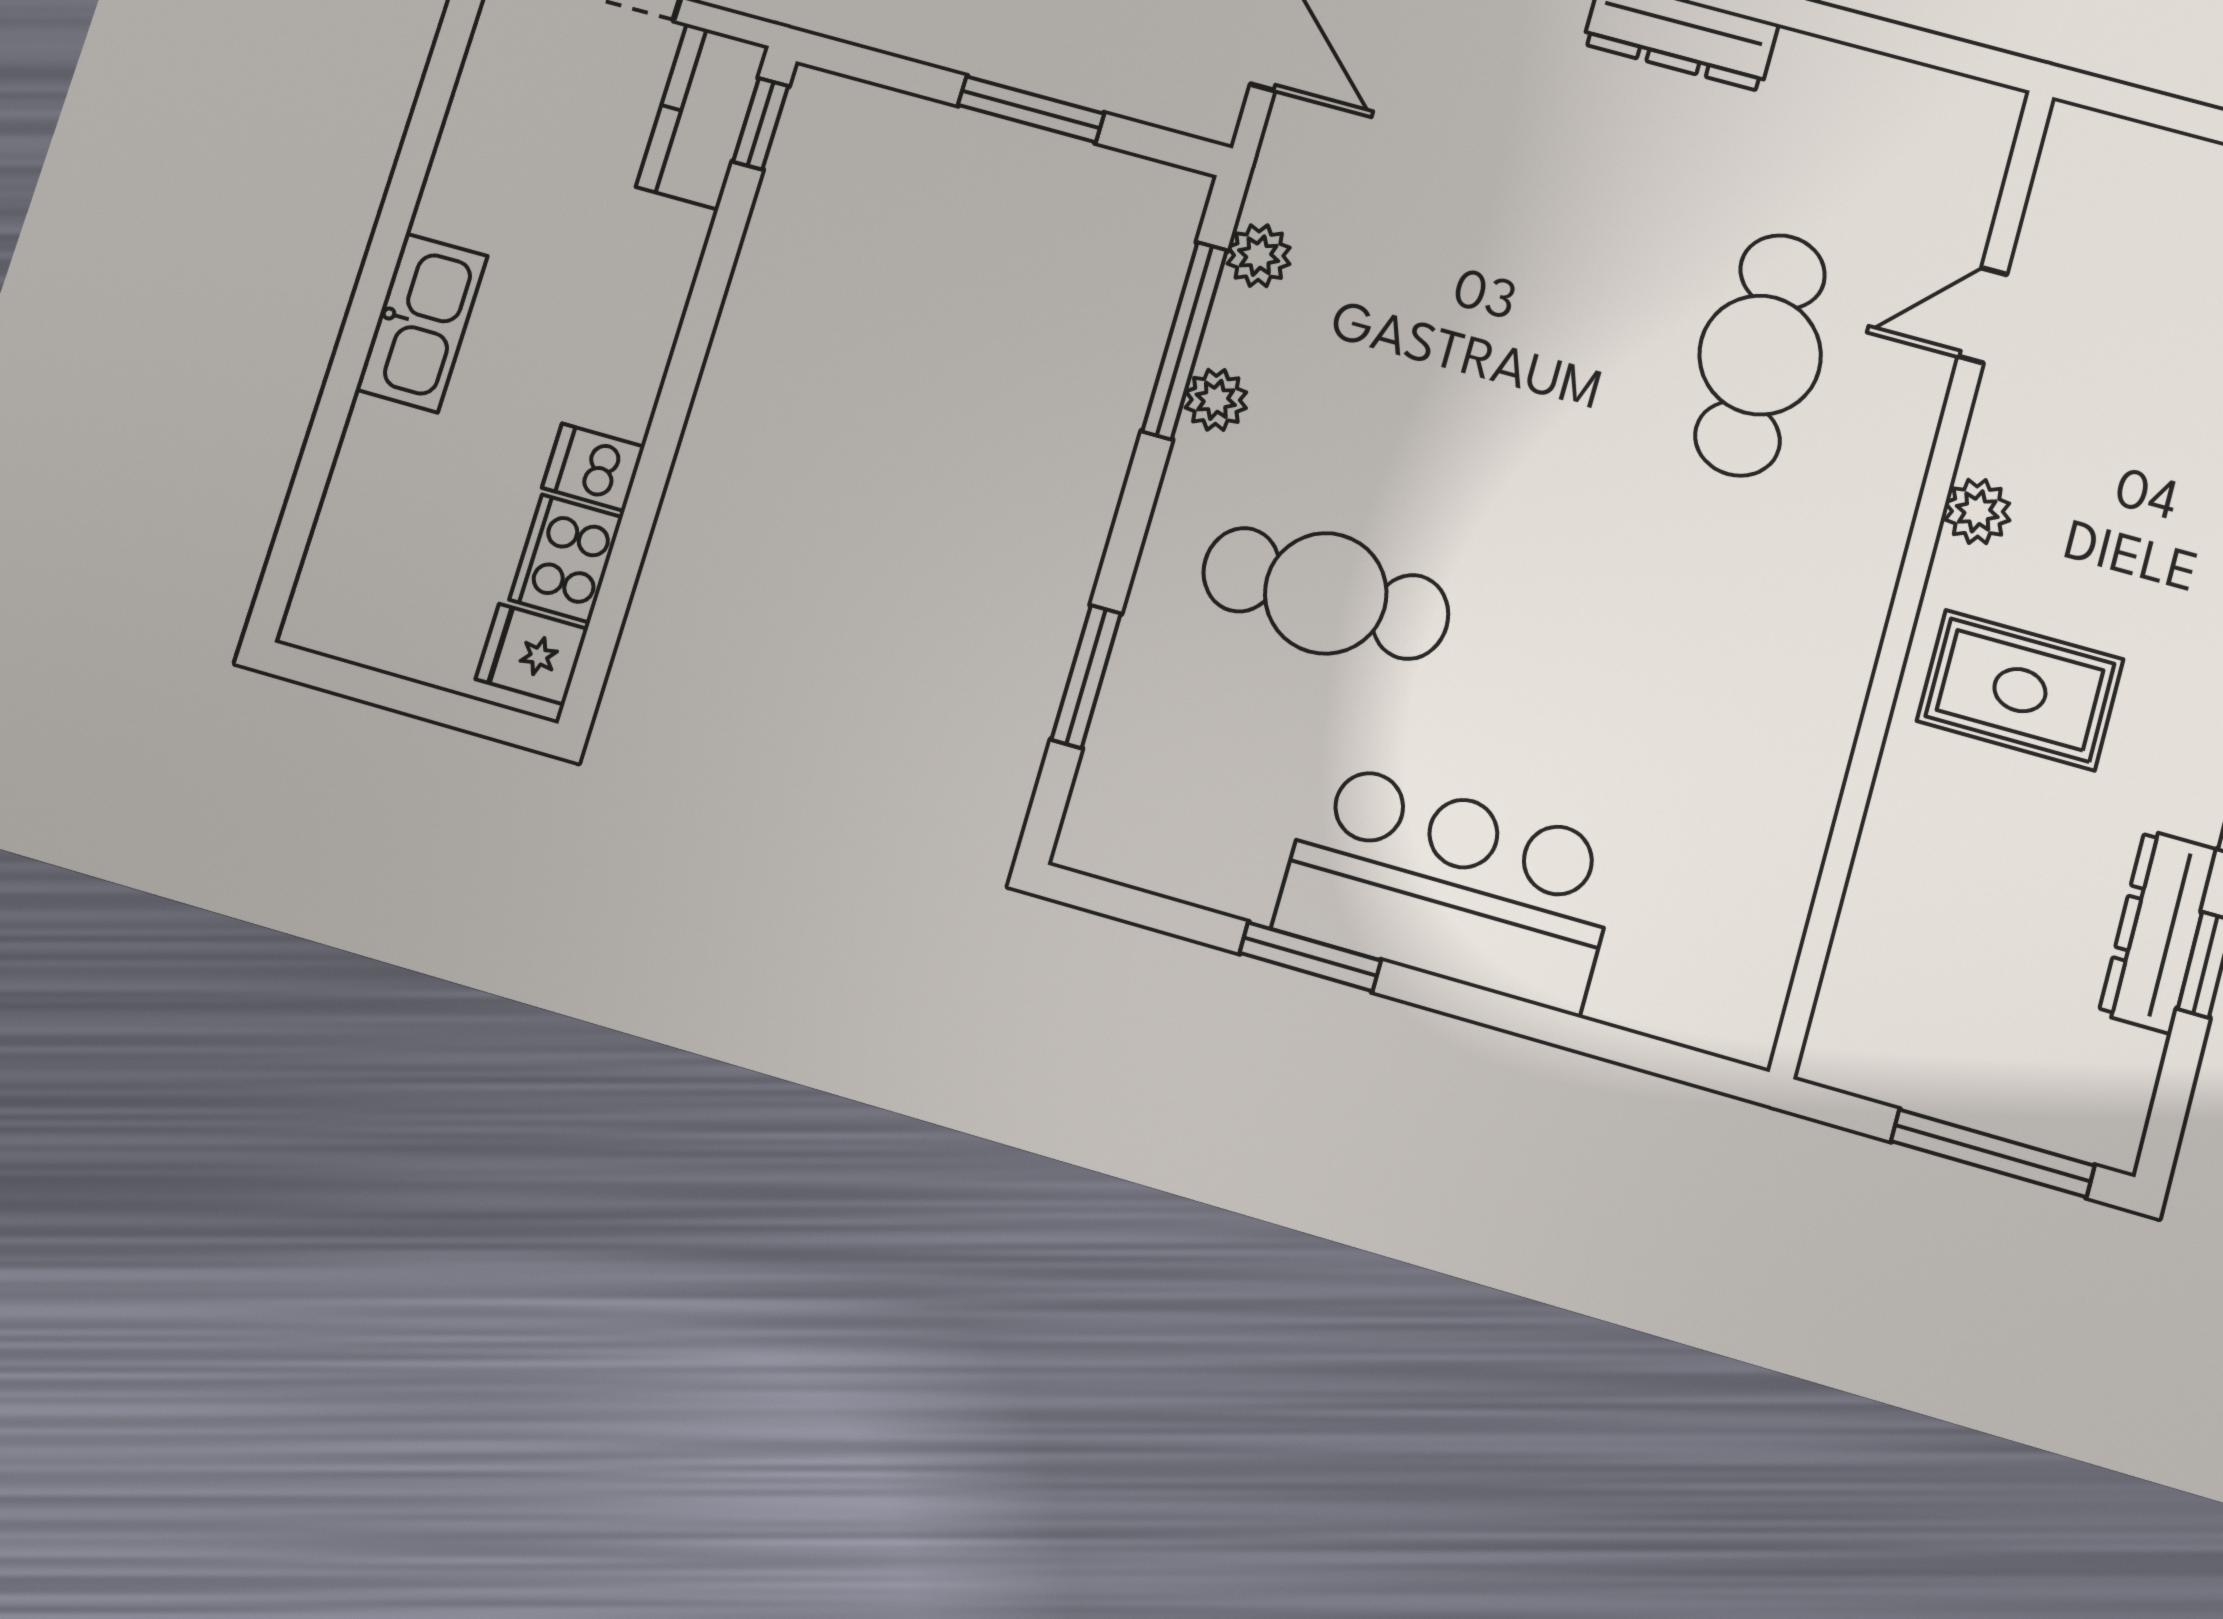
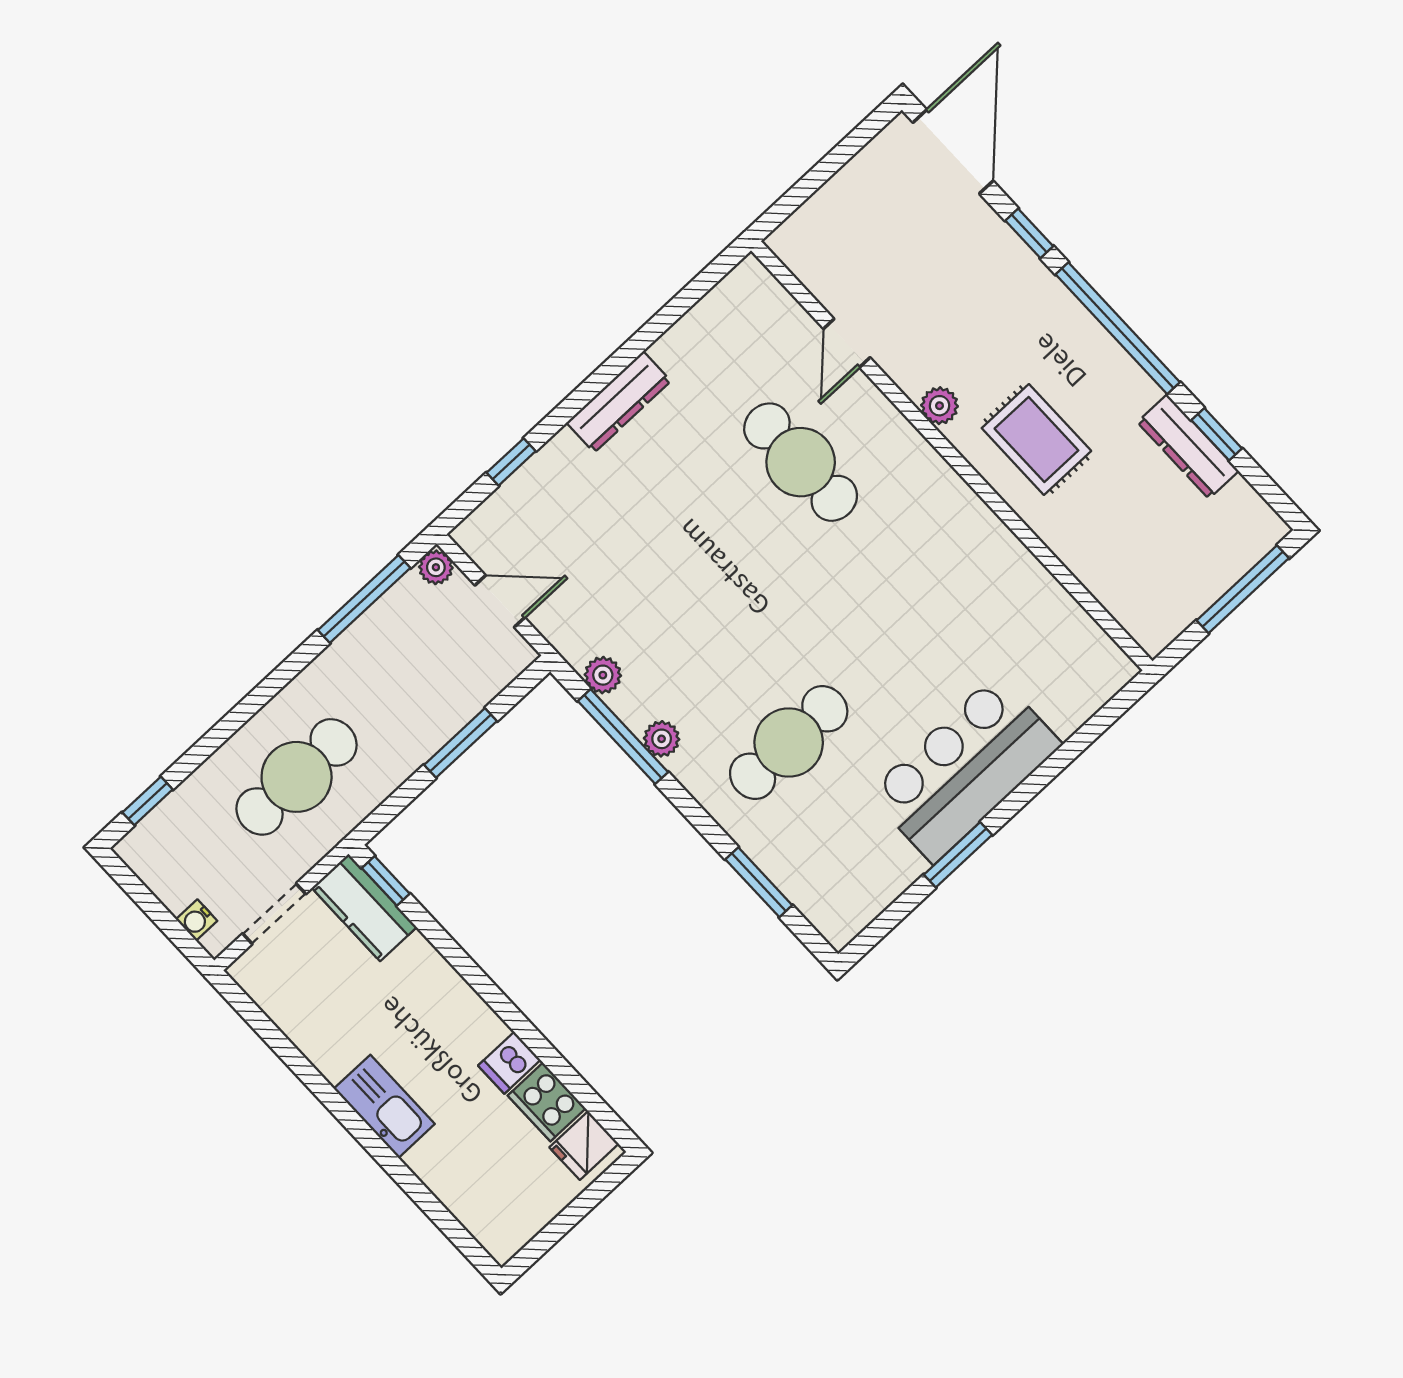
rug: (2020, 690) -> (1036, 439), turned 90

